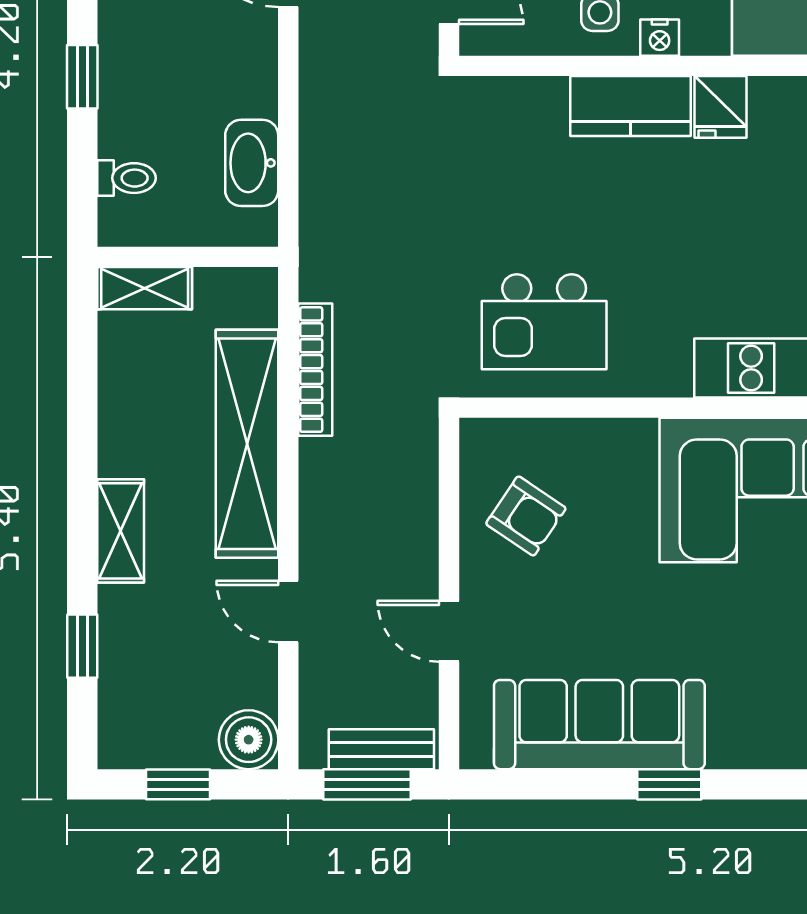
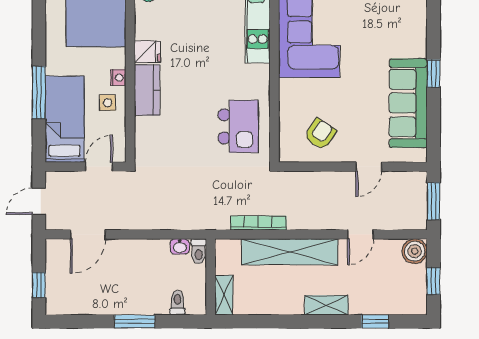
window: (82, 77) -> (135, 321), width x1.50
washbasin: (252, 163) -> (180, 246), width x0.52, depth x0.69
toilet: (248, 228) -> (199, 251), added
bench: (381, 749) -> (419, 195), removed

